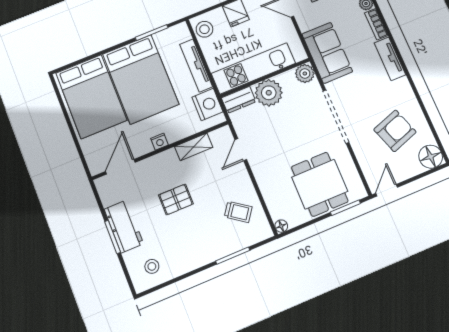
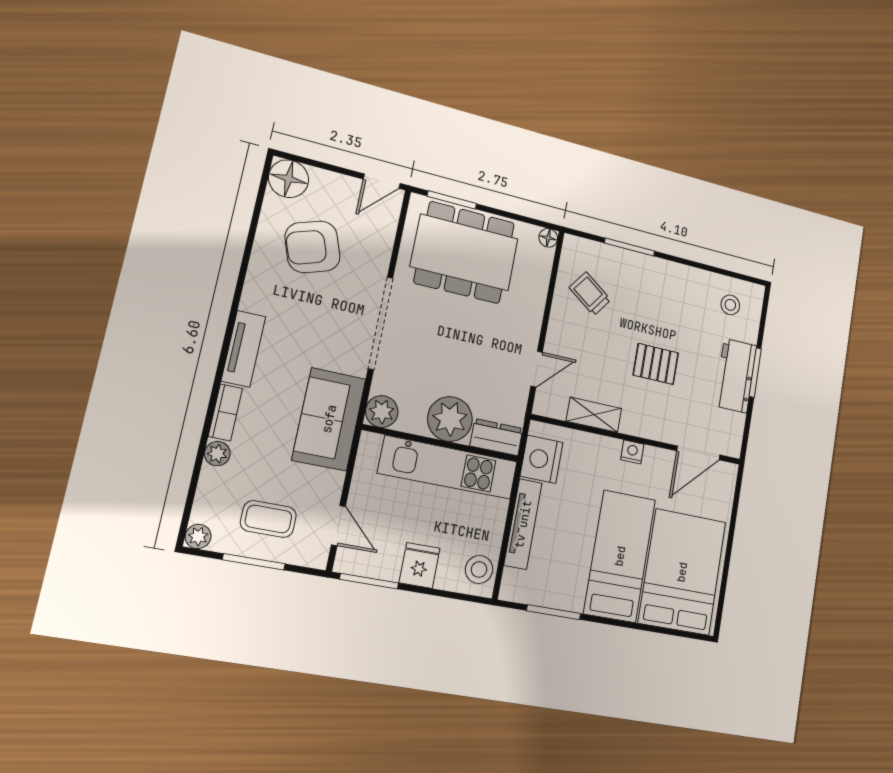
bed: (141, 79) -> (620, 556), width x0.67
dining table: (320, 184) -> (465, 253), width x1.38

